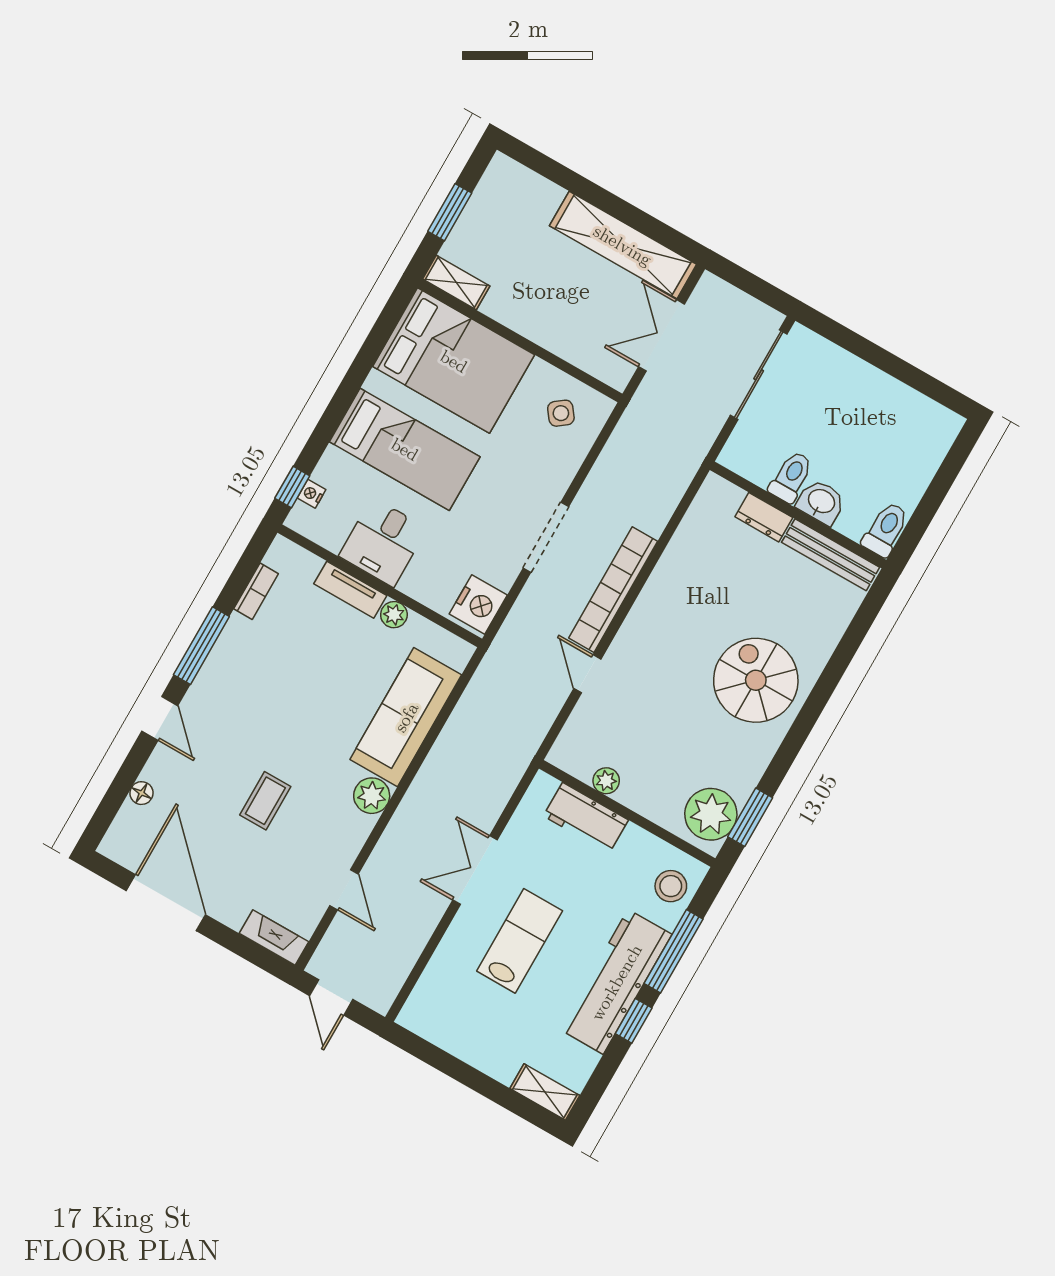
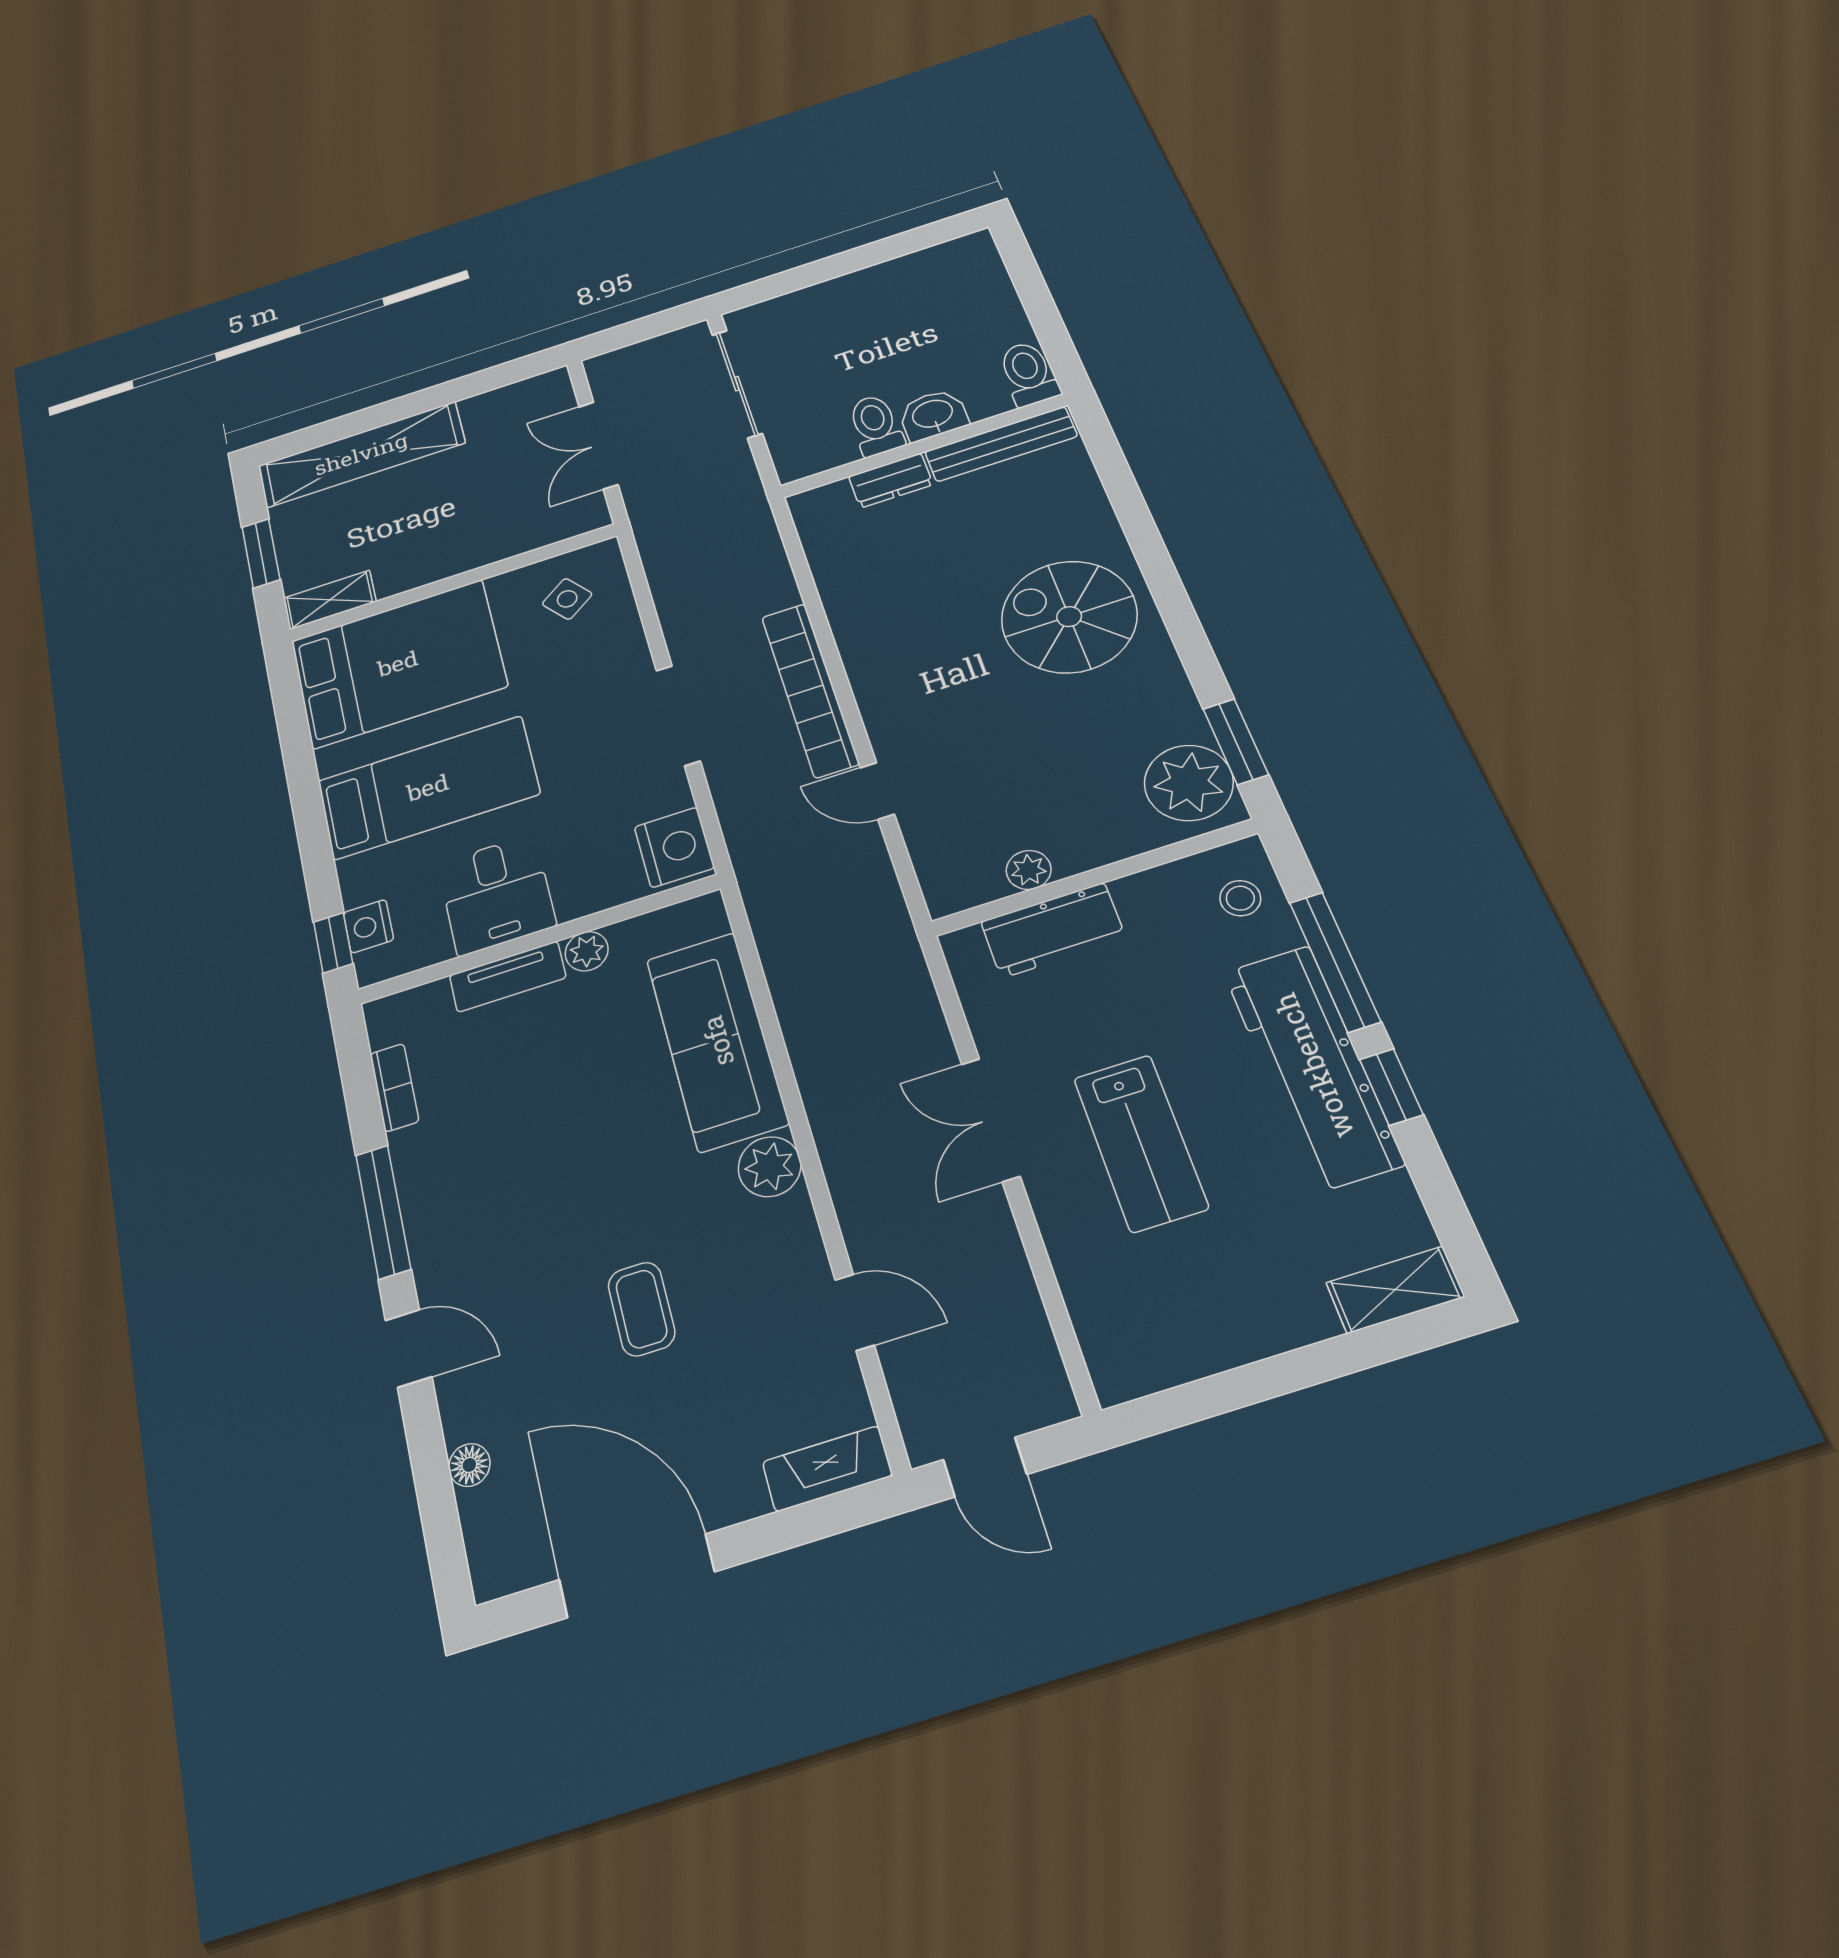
shelving: (623, 245) -> (361, 454), moved
nightstand: (311, 494) -> (368, 926), width x1.39, depth x1.35
stool: (671, 886) -> (1240, 898), width x0.73, depth x0.73
lab bench: (520, 941) -> (1140, 1143), turned 180

